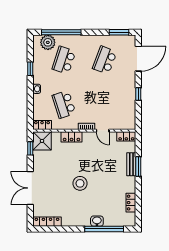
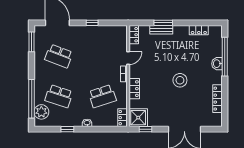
locker: (47, 222) -> (218, 99), moved

